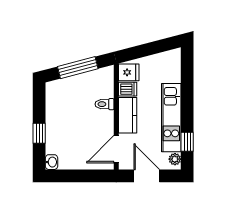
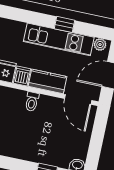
window: (187, 142) -> (65, 24), moved

